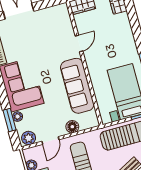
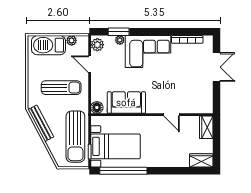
sofa: (77, 86) -> (126, 103), width x0.73
floor lamp: (72, 127) -> (97, 107), moved

